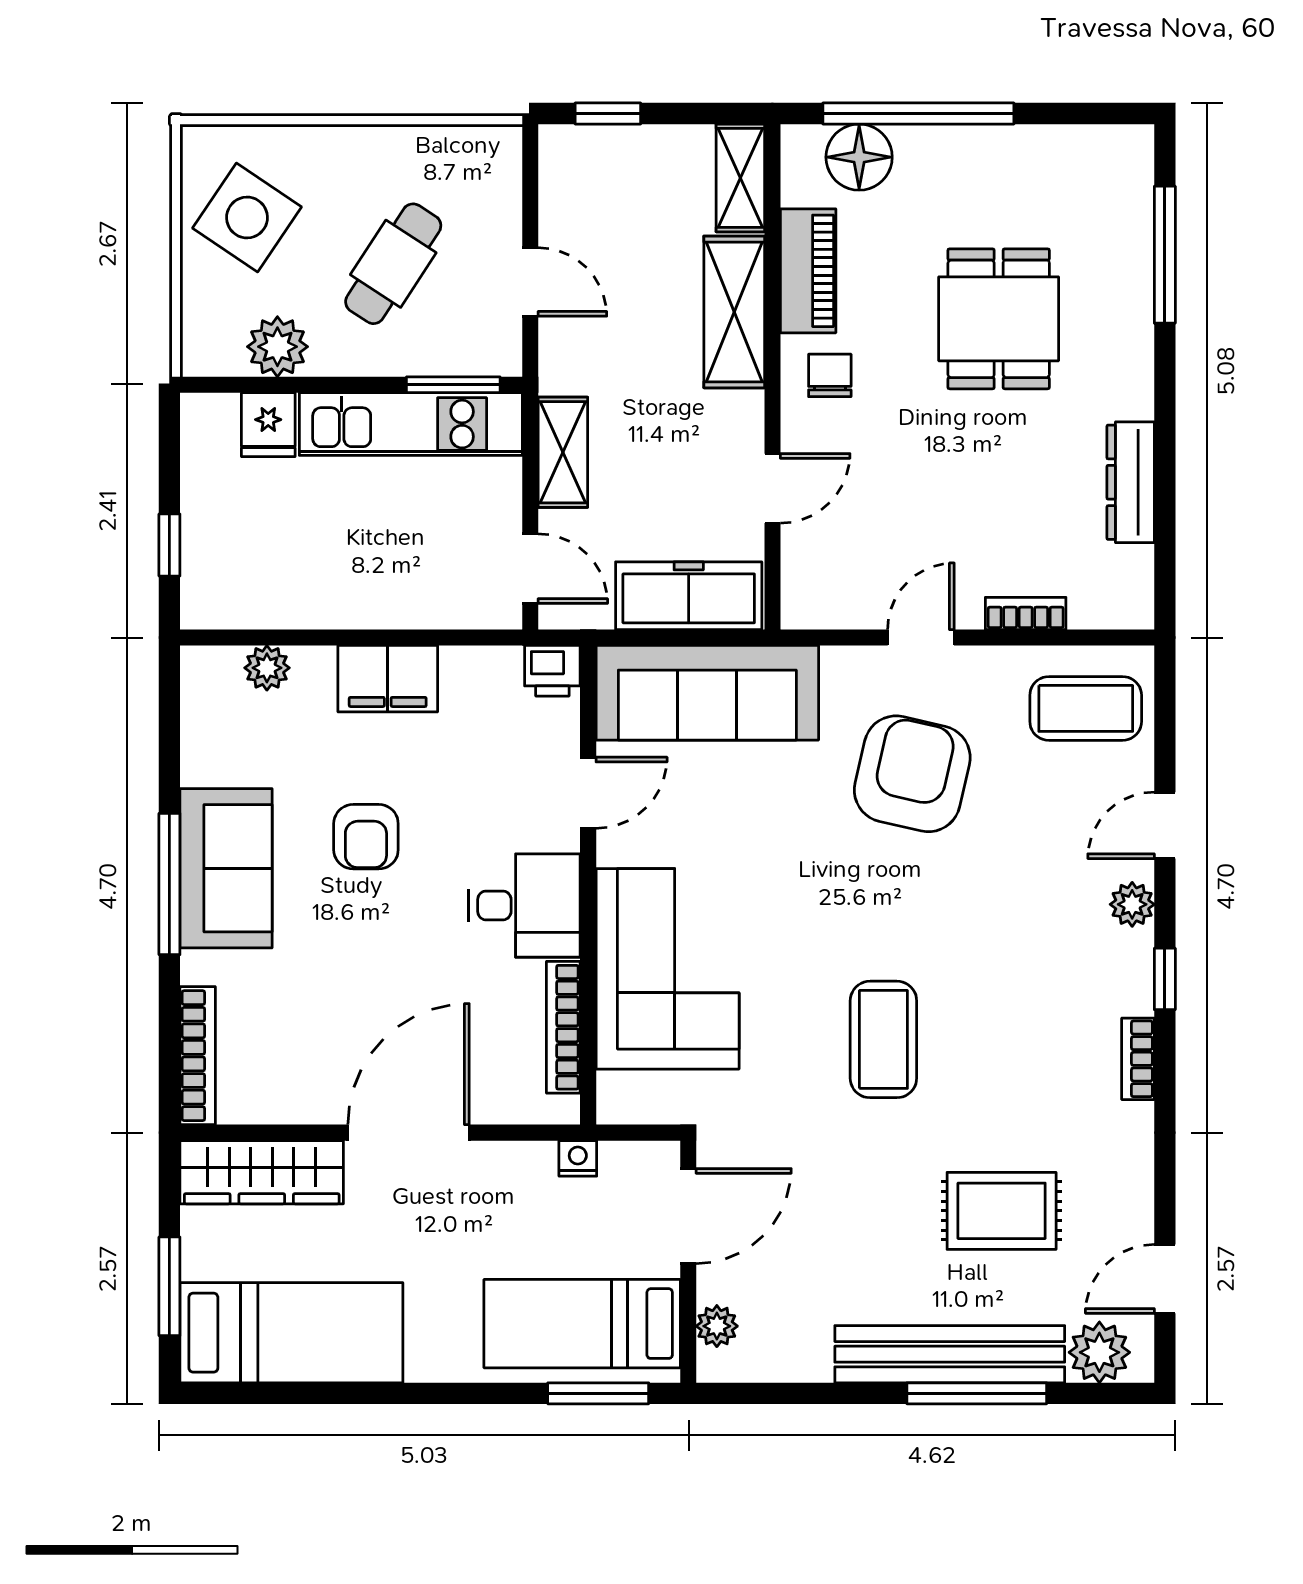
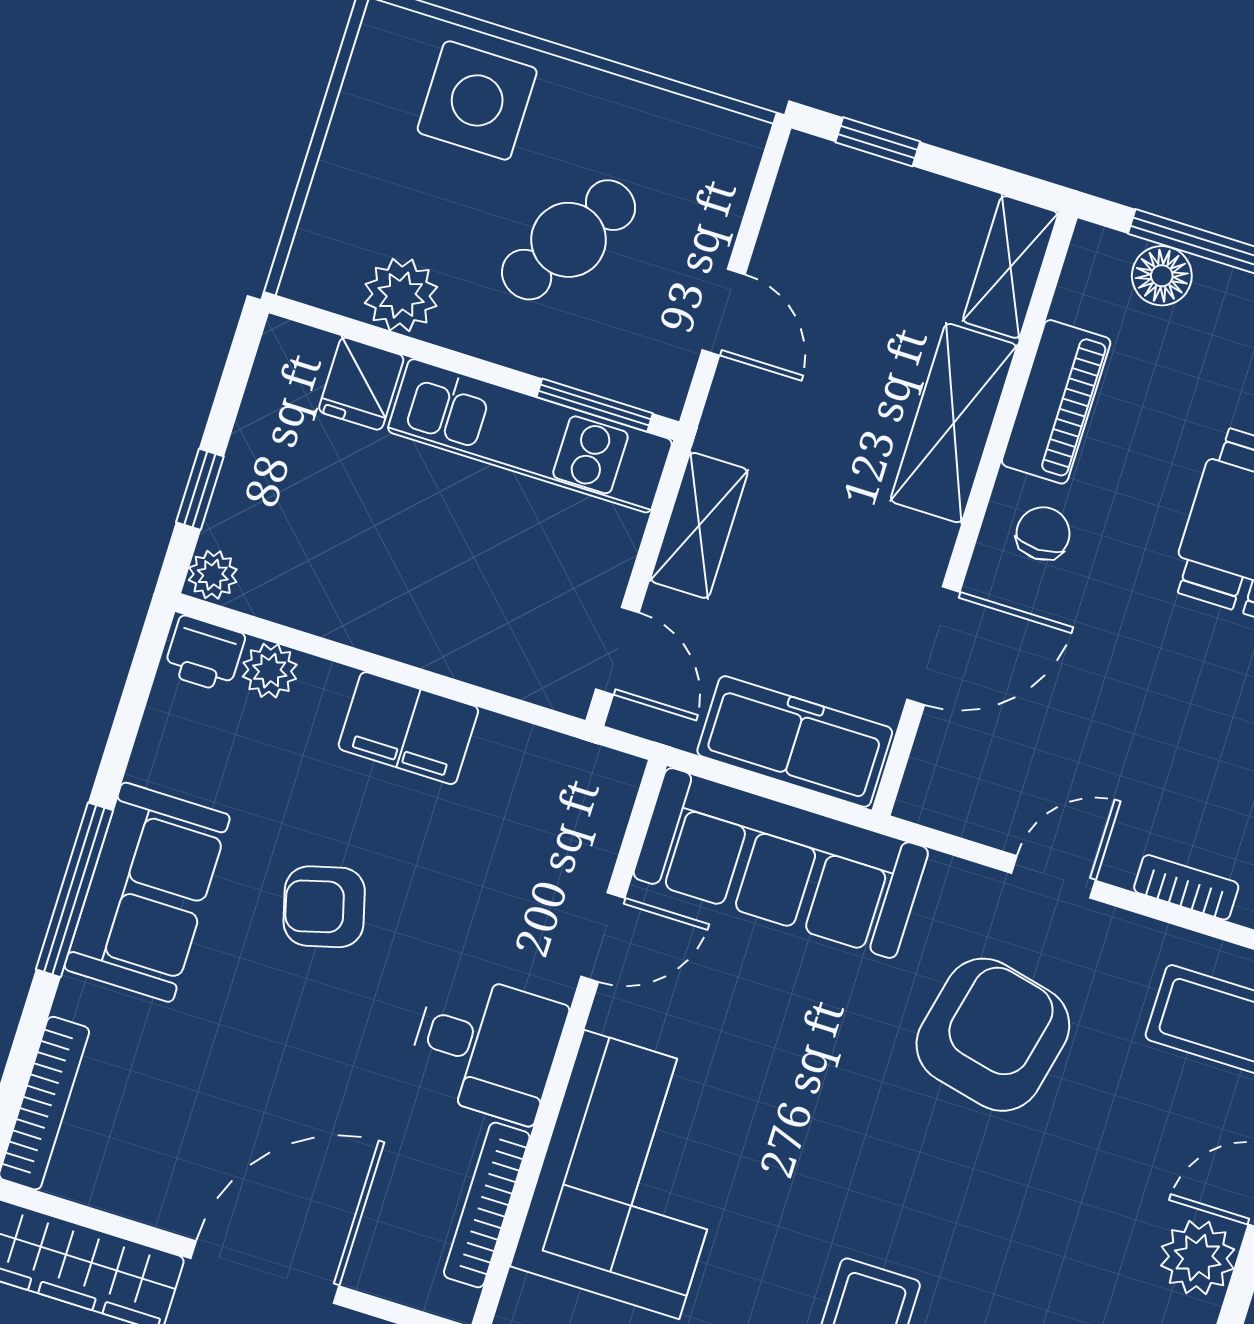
floor lamp: (859, 157) -> (1162, 276), width x0.73, depth x0.73
side table: (247, 218) -> (477, 100), moved, turned -34
door: (772, 488) -> (933, 646), width x1.38
plant: (200, 608) -> (213, 575), added
printer: (552, 671) -> (204, 654), moved
armchair: (366, 837) -> (324, 907), turned 75
plant: (1132, 904) -> (1198, 1258), width x1.38, depth x1.38

